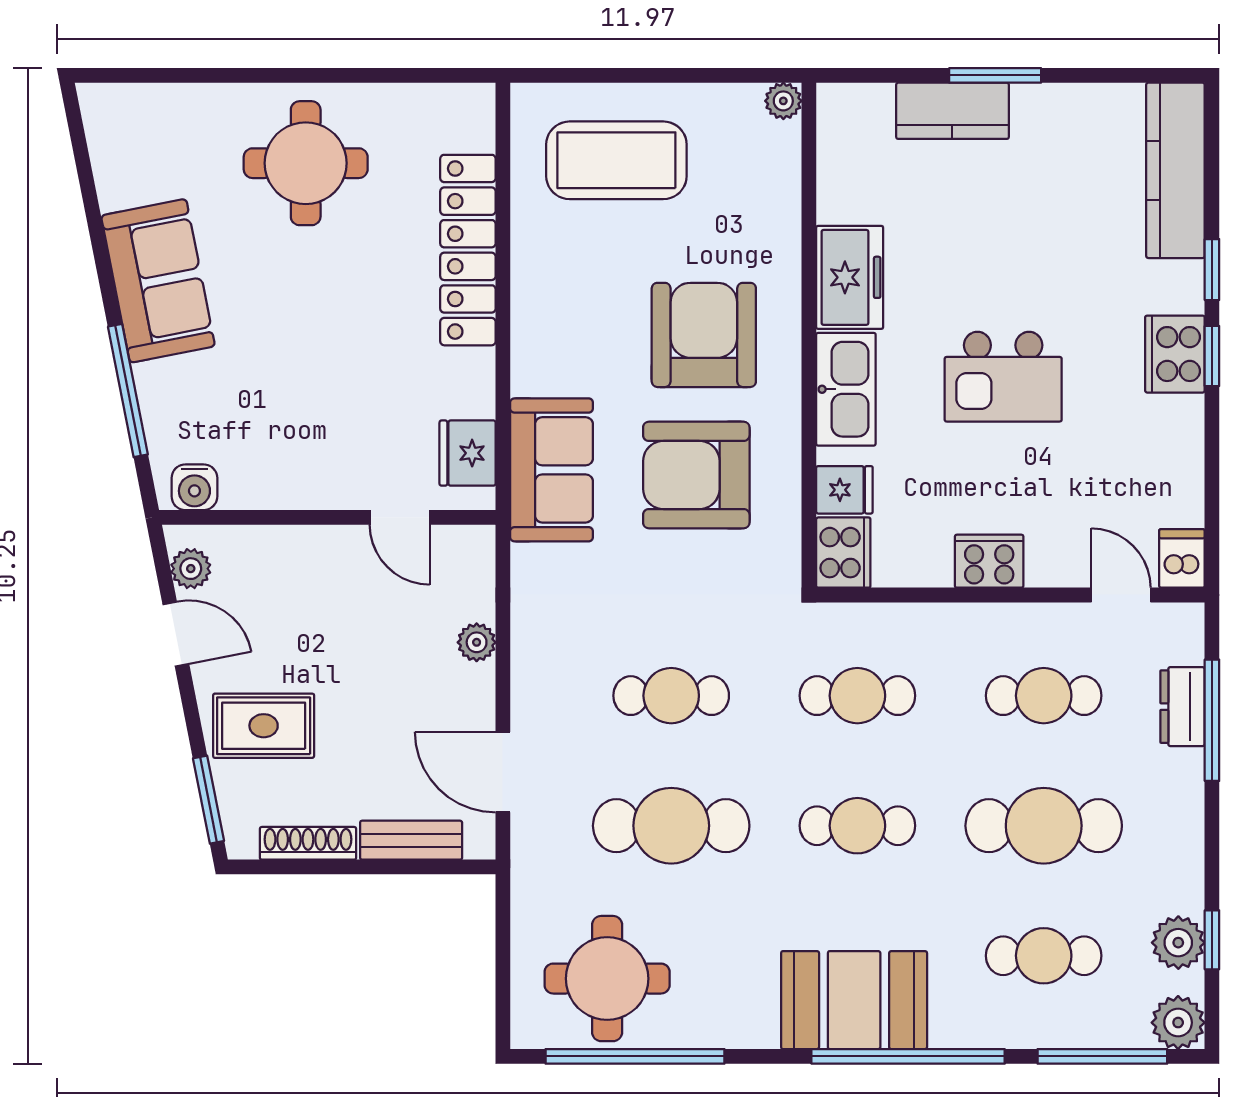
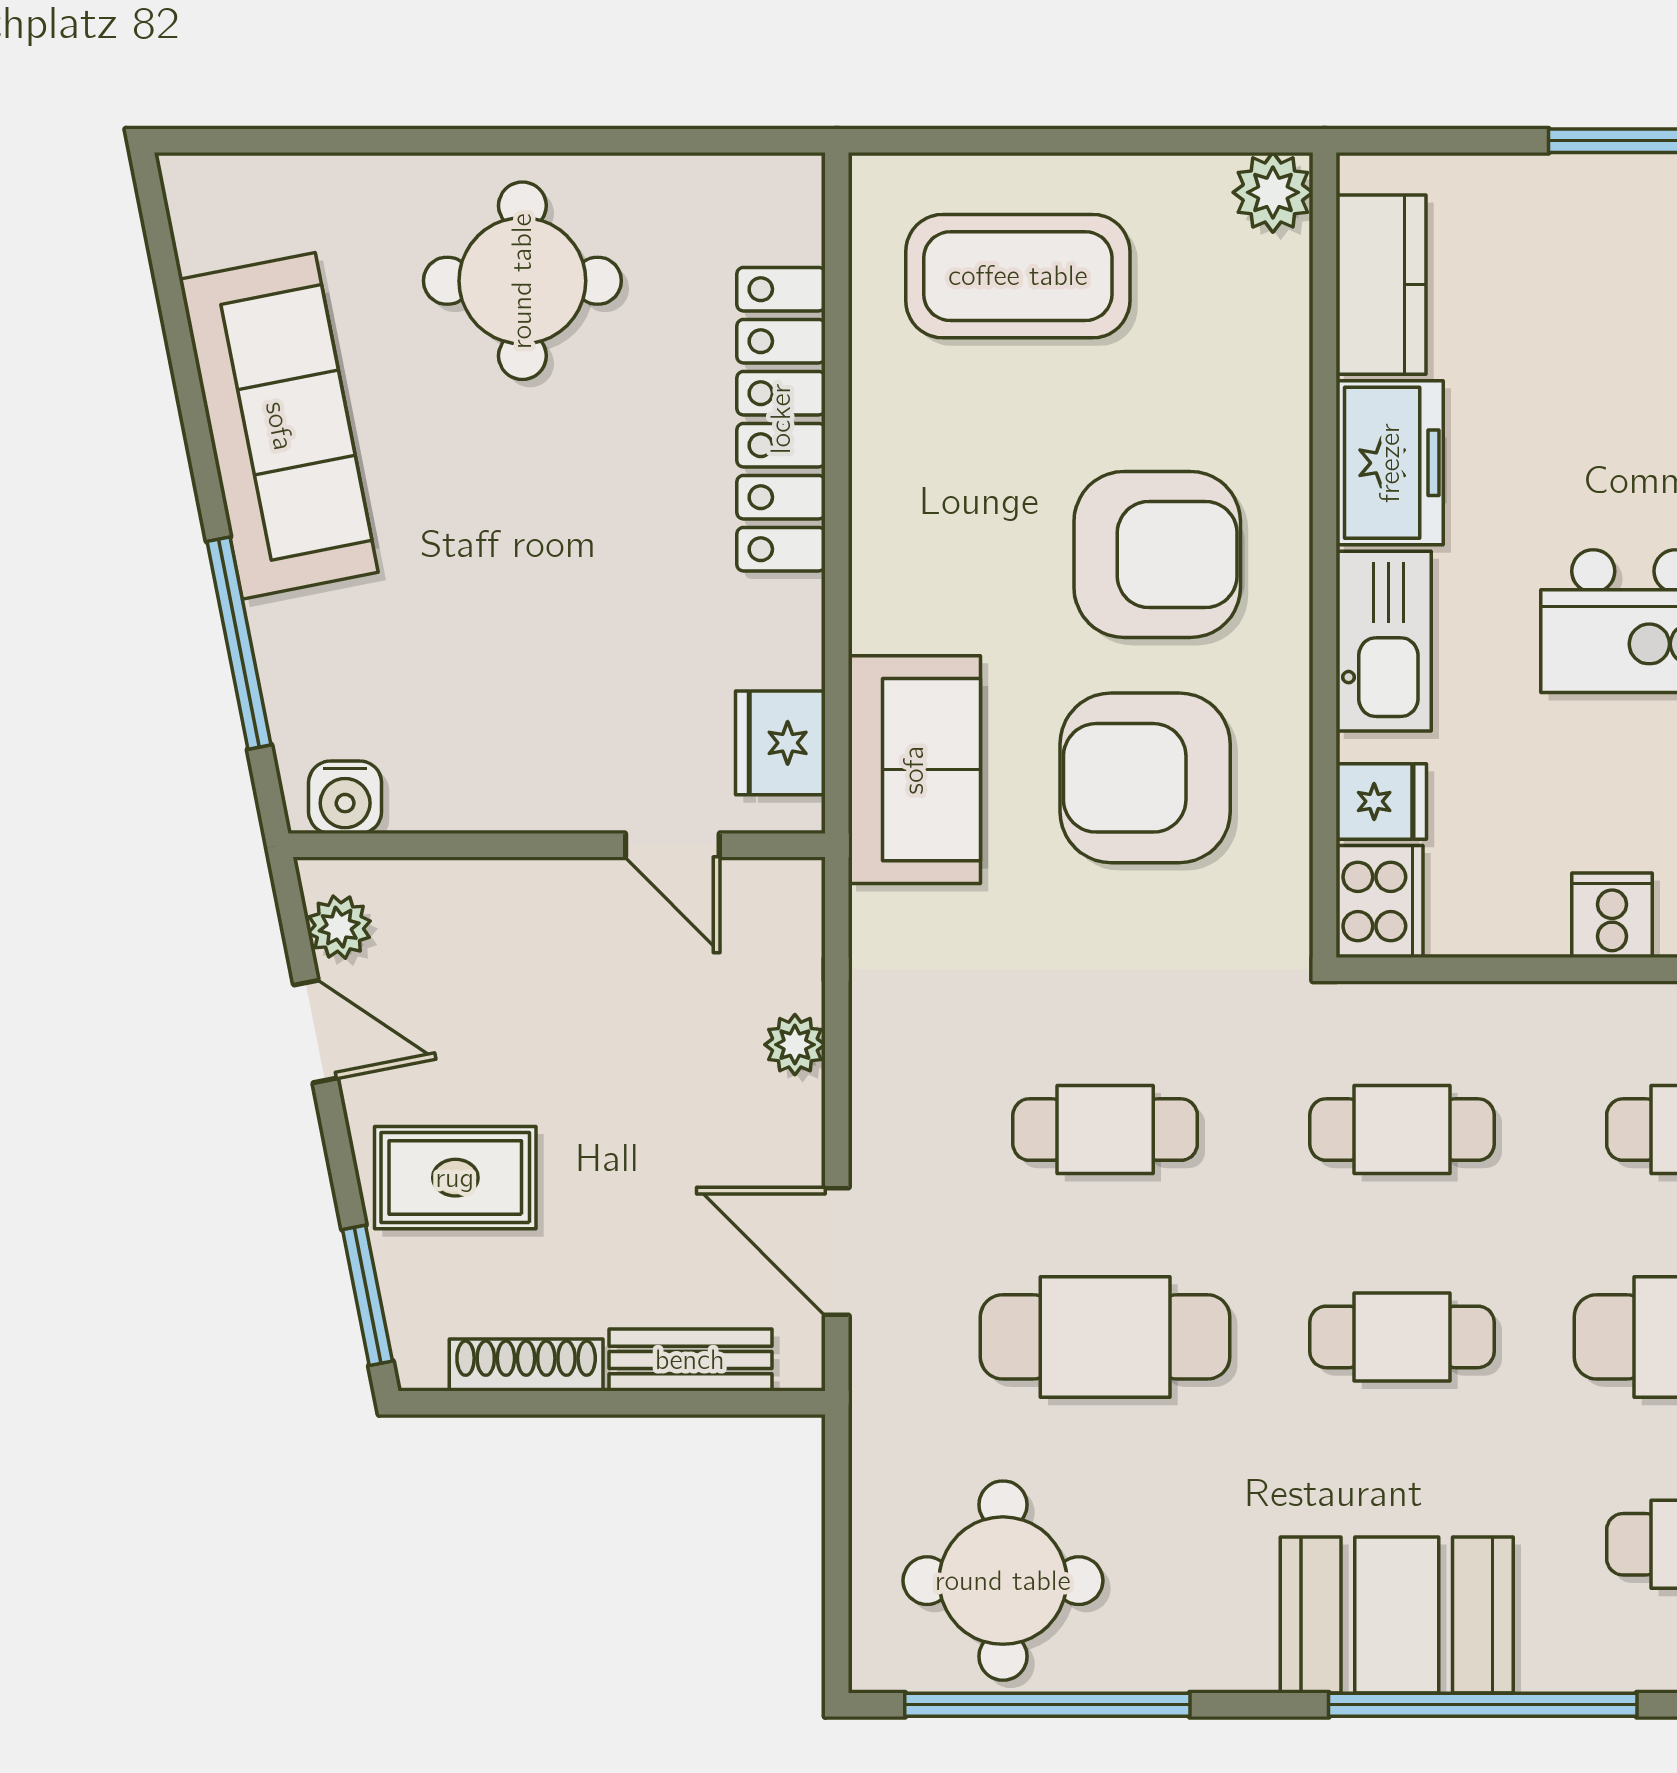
plant: (783, 101) -> (1273, 192), width x1.38, depth x1.38
kitchen counter: (952, 111) -> (1381, 285), moved, turned -90
sofa: (158, 281) -> (279, 426), width x1.36
armchair: (704, 335) -> (1157, 554), turned 90
cooker: (989, 561) -> (1612, 915), width x0.73

